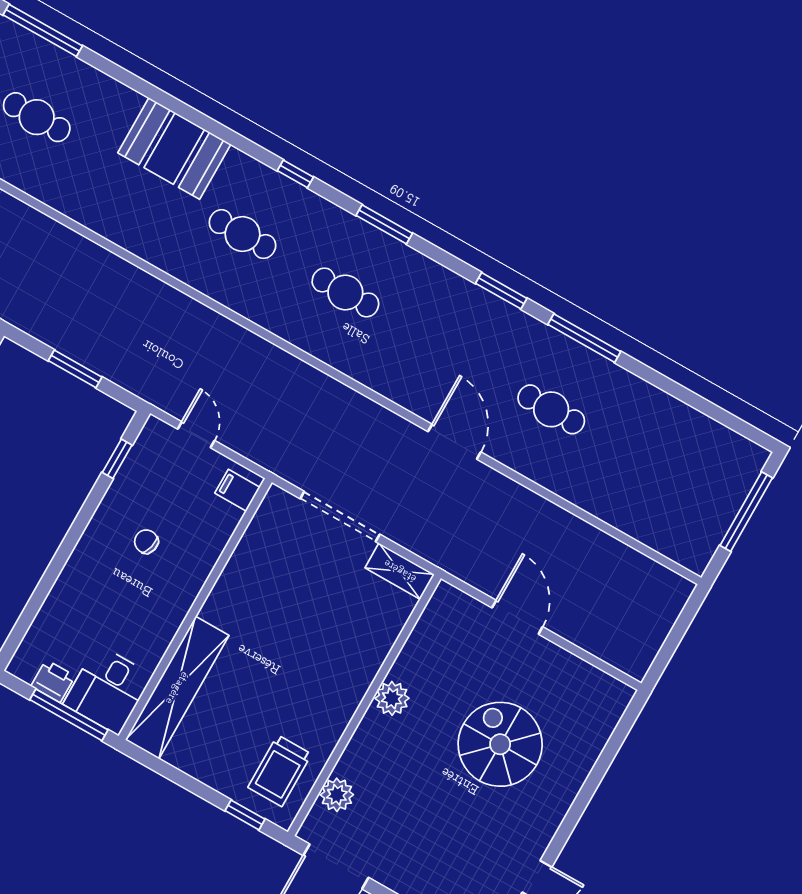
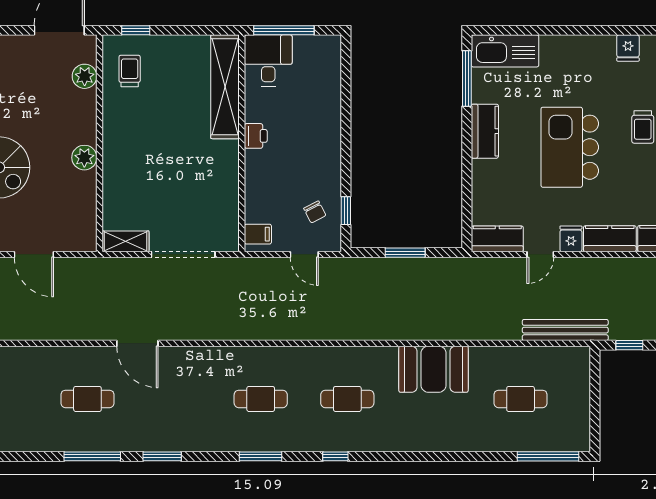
booth: (174, 149) -> (434, 369), moved
chair: (146, 542) -> (315, 212), moved, turned 49
printer: (53, 681) -> (256, 136), moved, turned -90
trolley: (280, 771) -> (130, 71), width x0.73, depth x0.72

